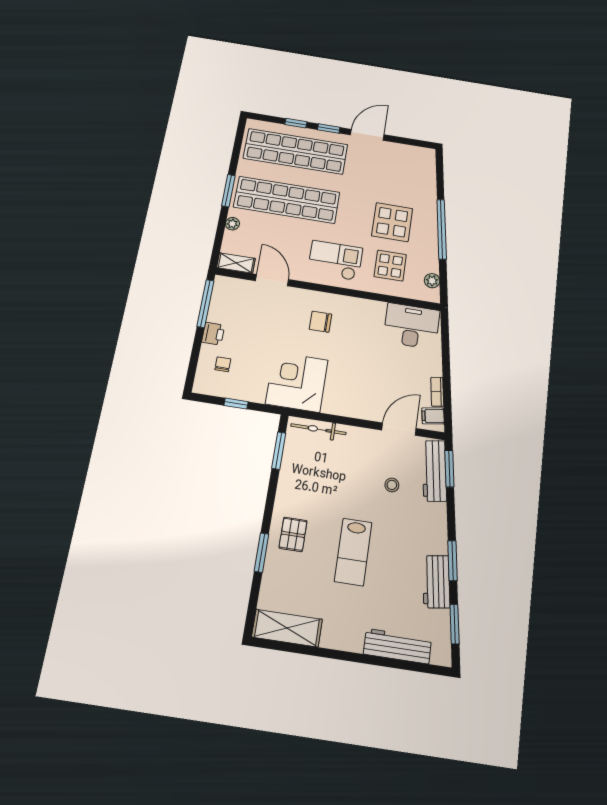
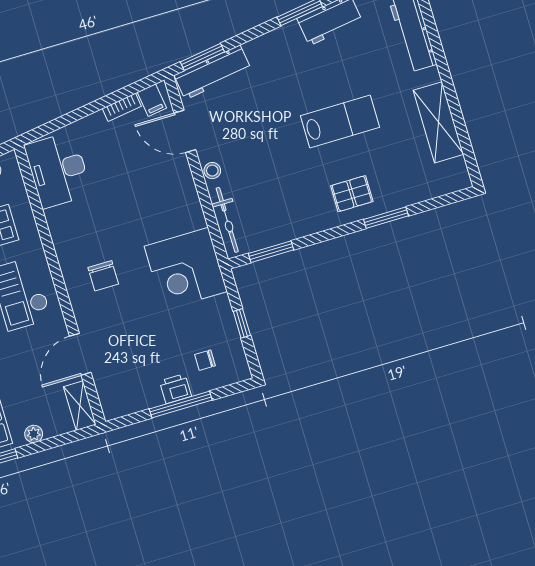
window: (205, 304) -> (181, 405), moved
stool: (392, 485) -> (212, 171), moved
shelving: (287, 628) -> (438, 122), moved

